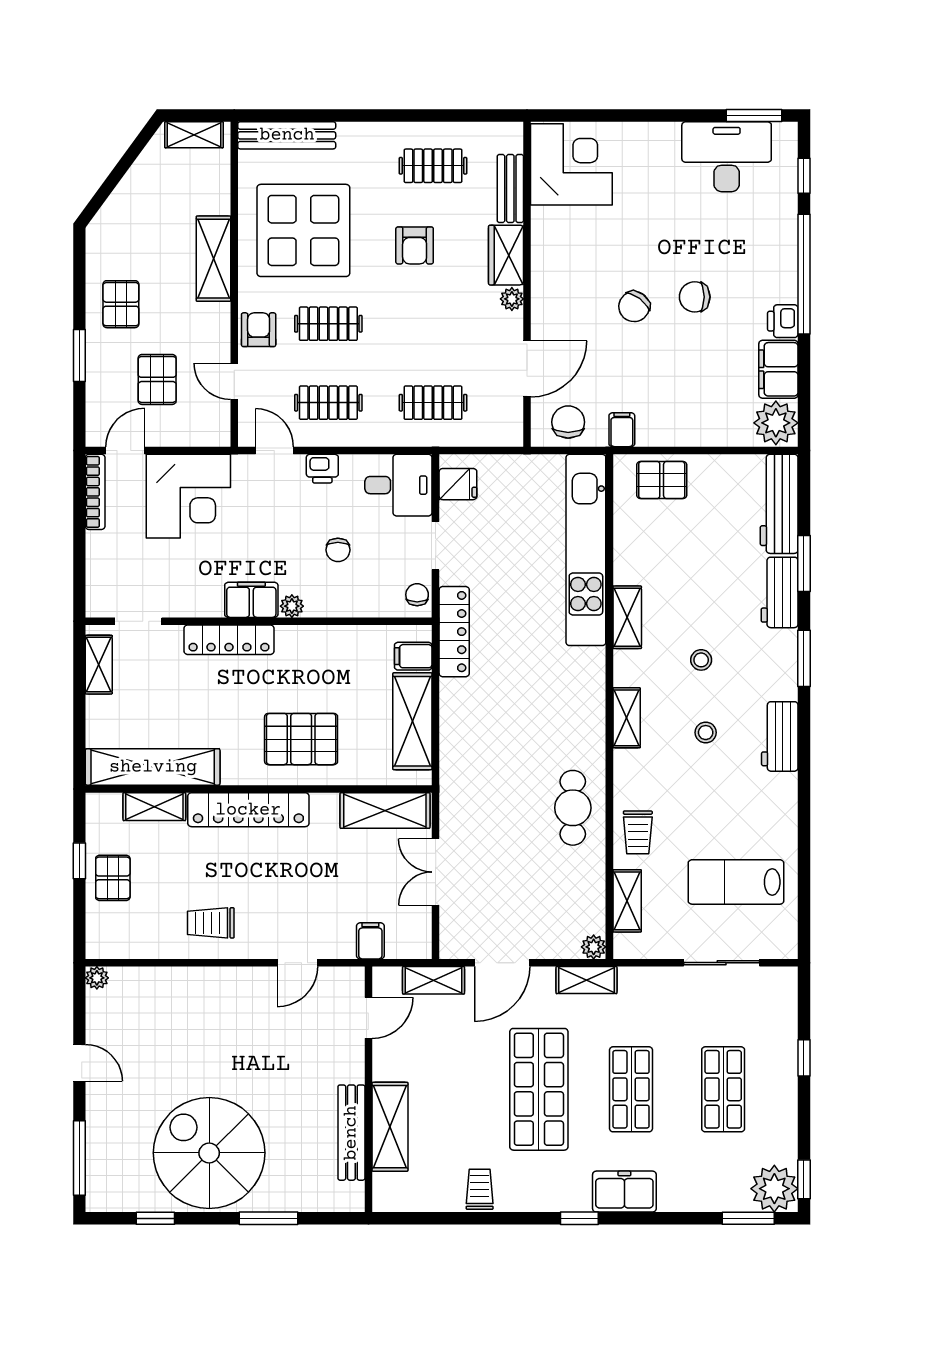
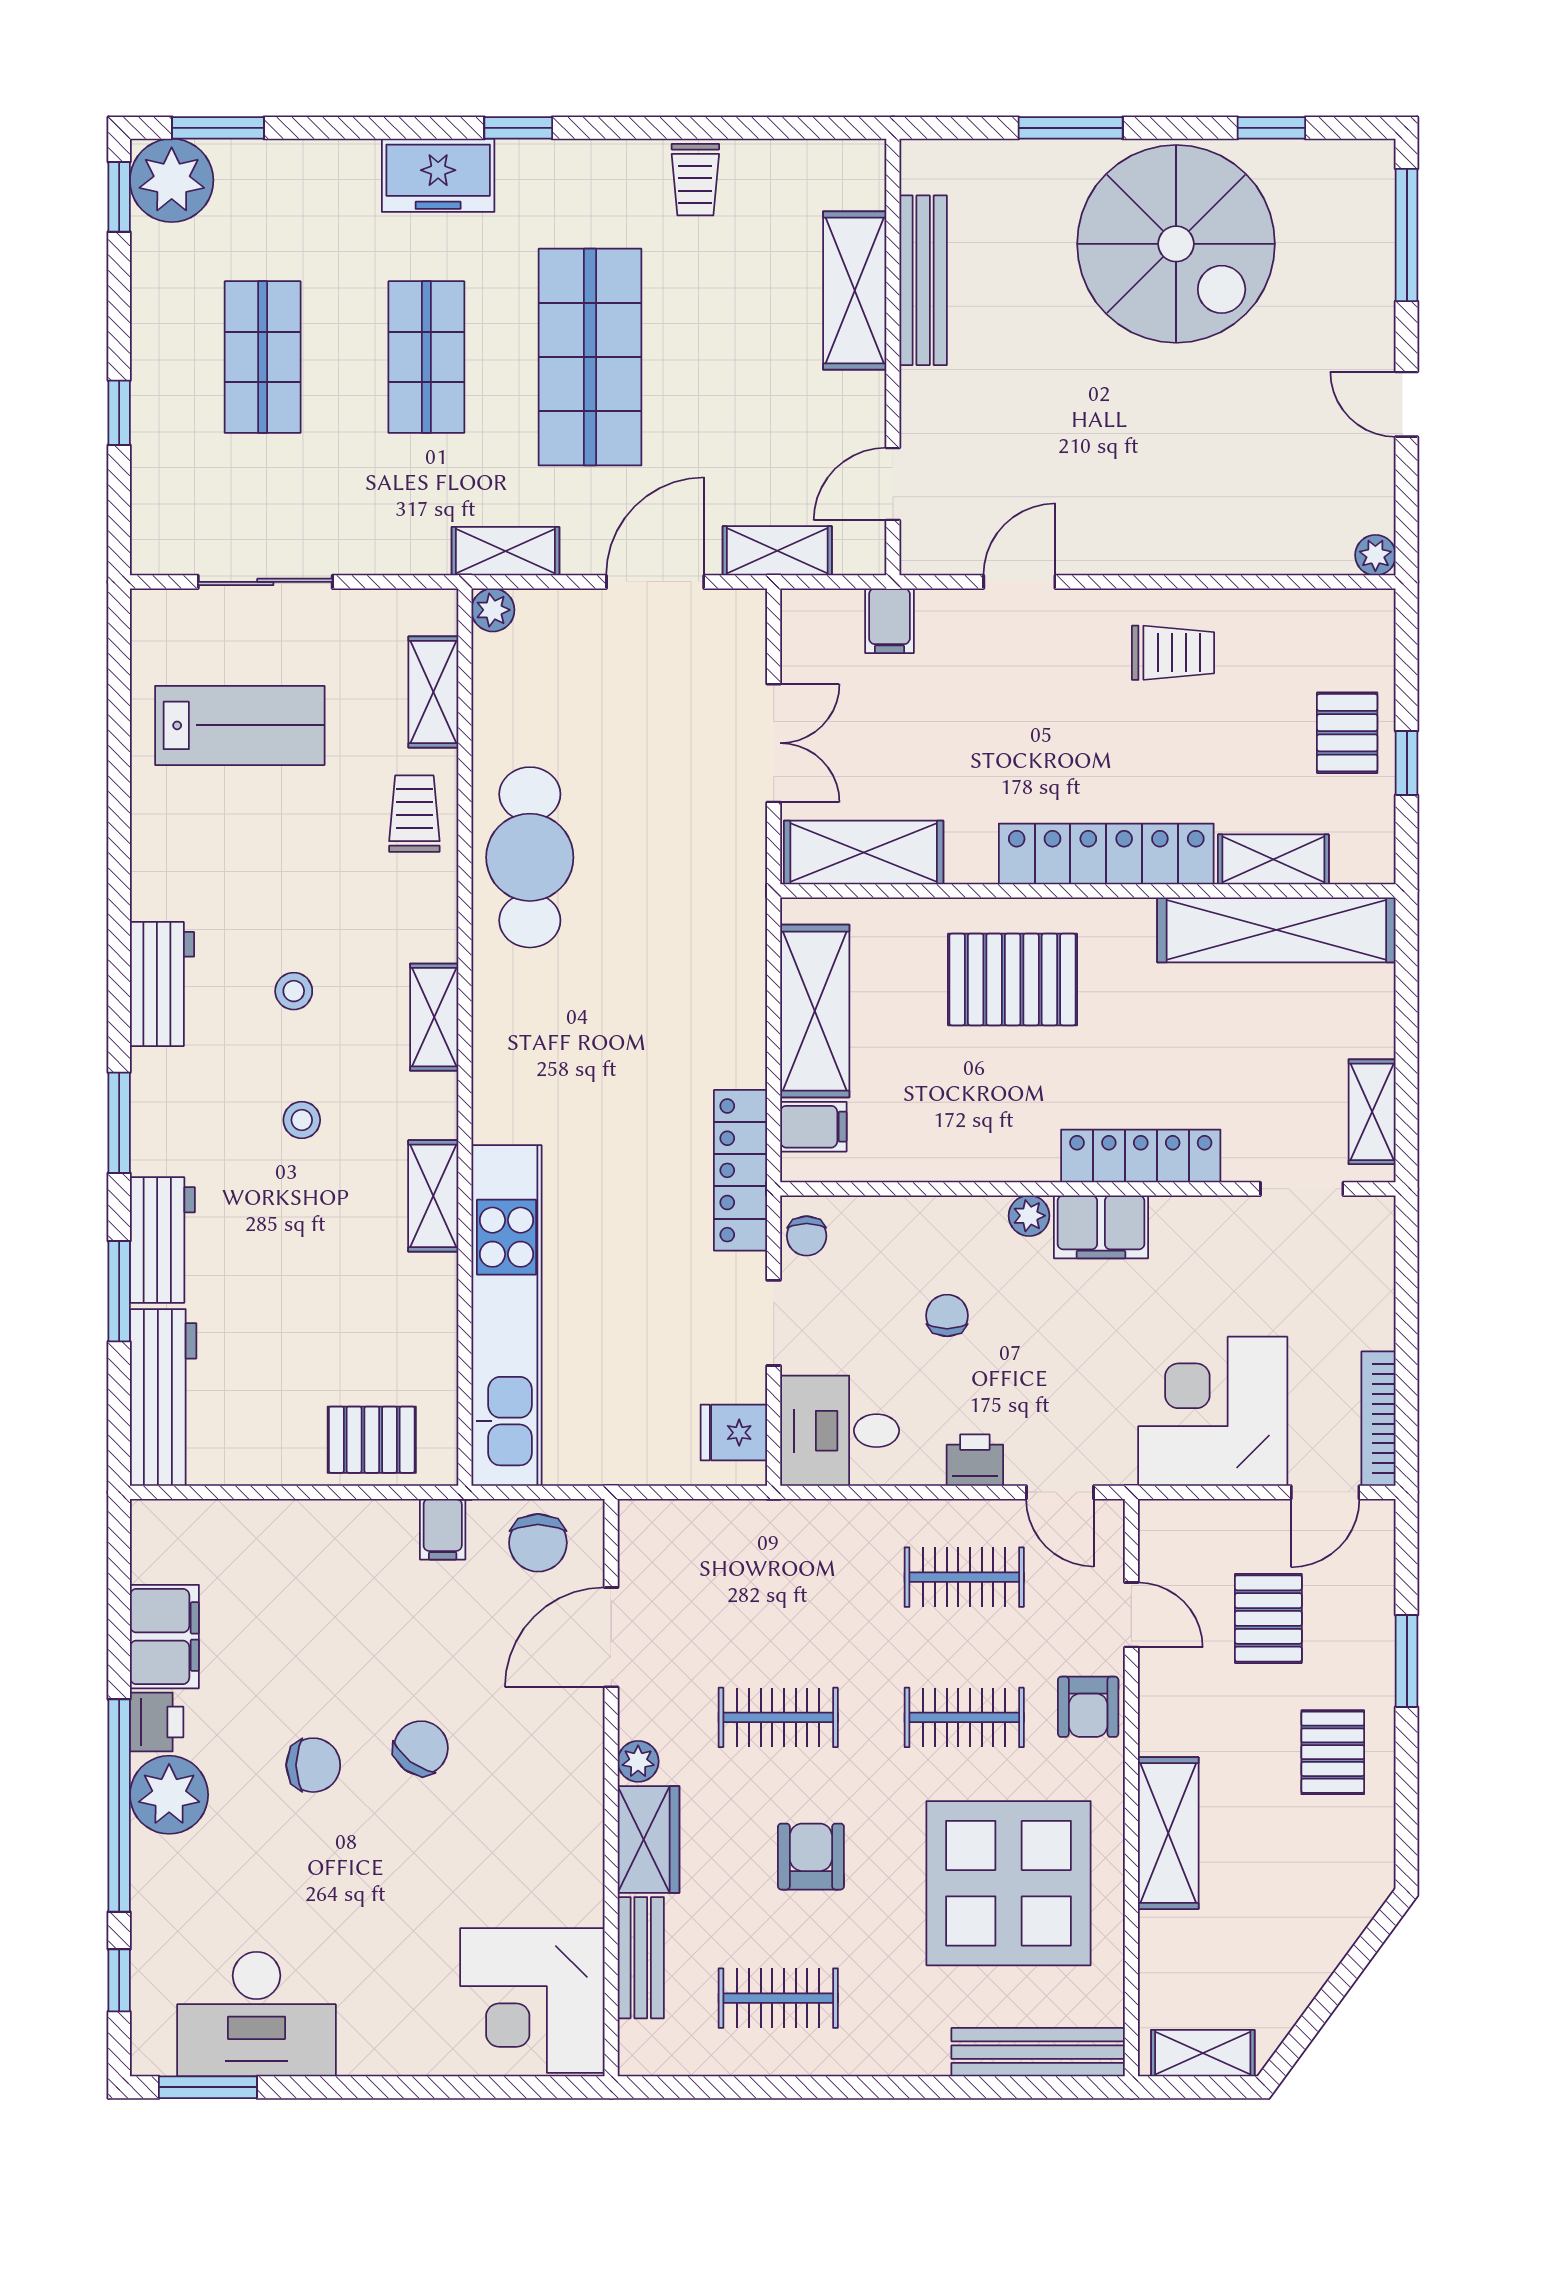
clothes rail: (433, 403) -> (778, 1717), moved
plant: (776, 423) -> (169, 1795), moved
cafe table: (573, 808) -> (530, 857), width x1.37, depth x1.35

